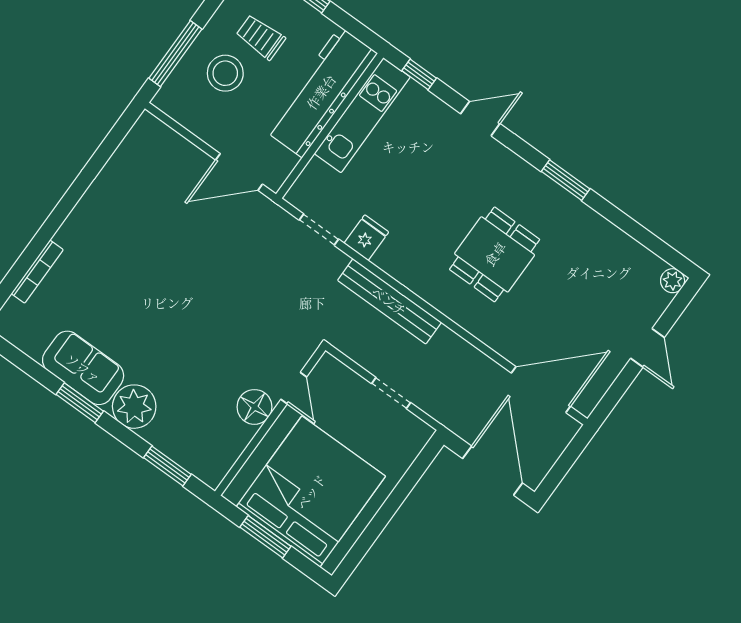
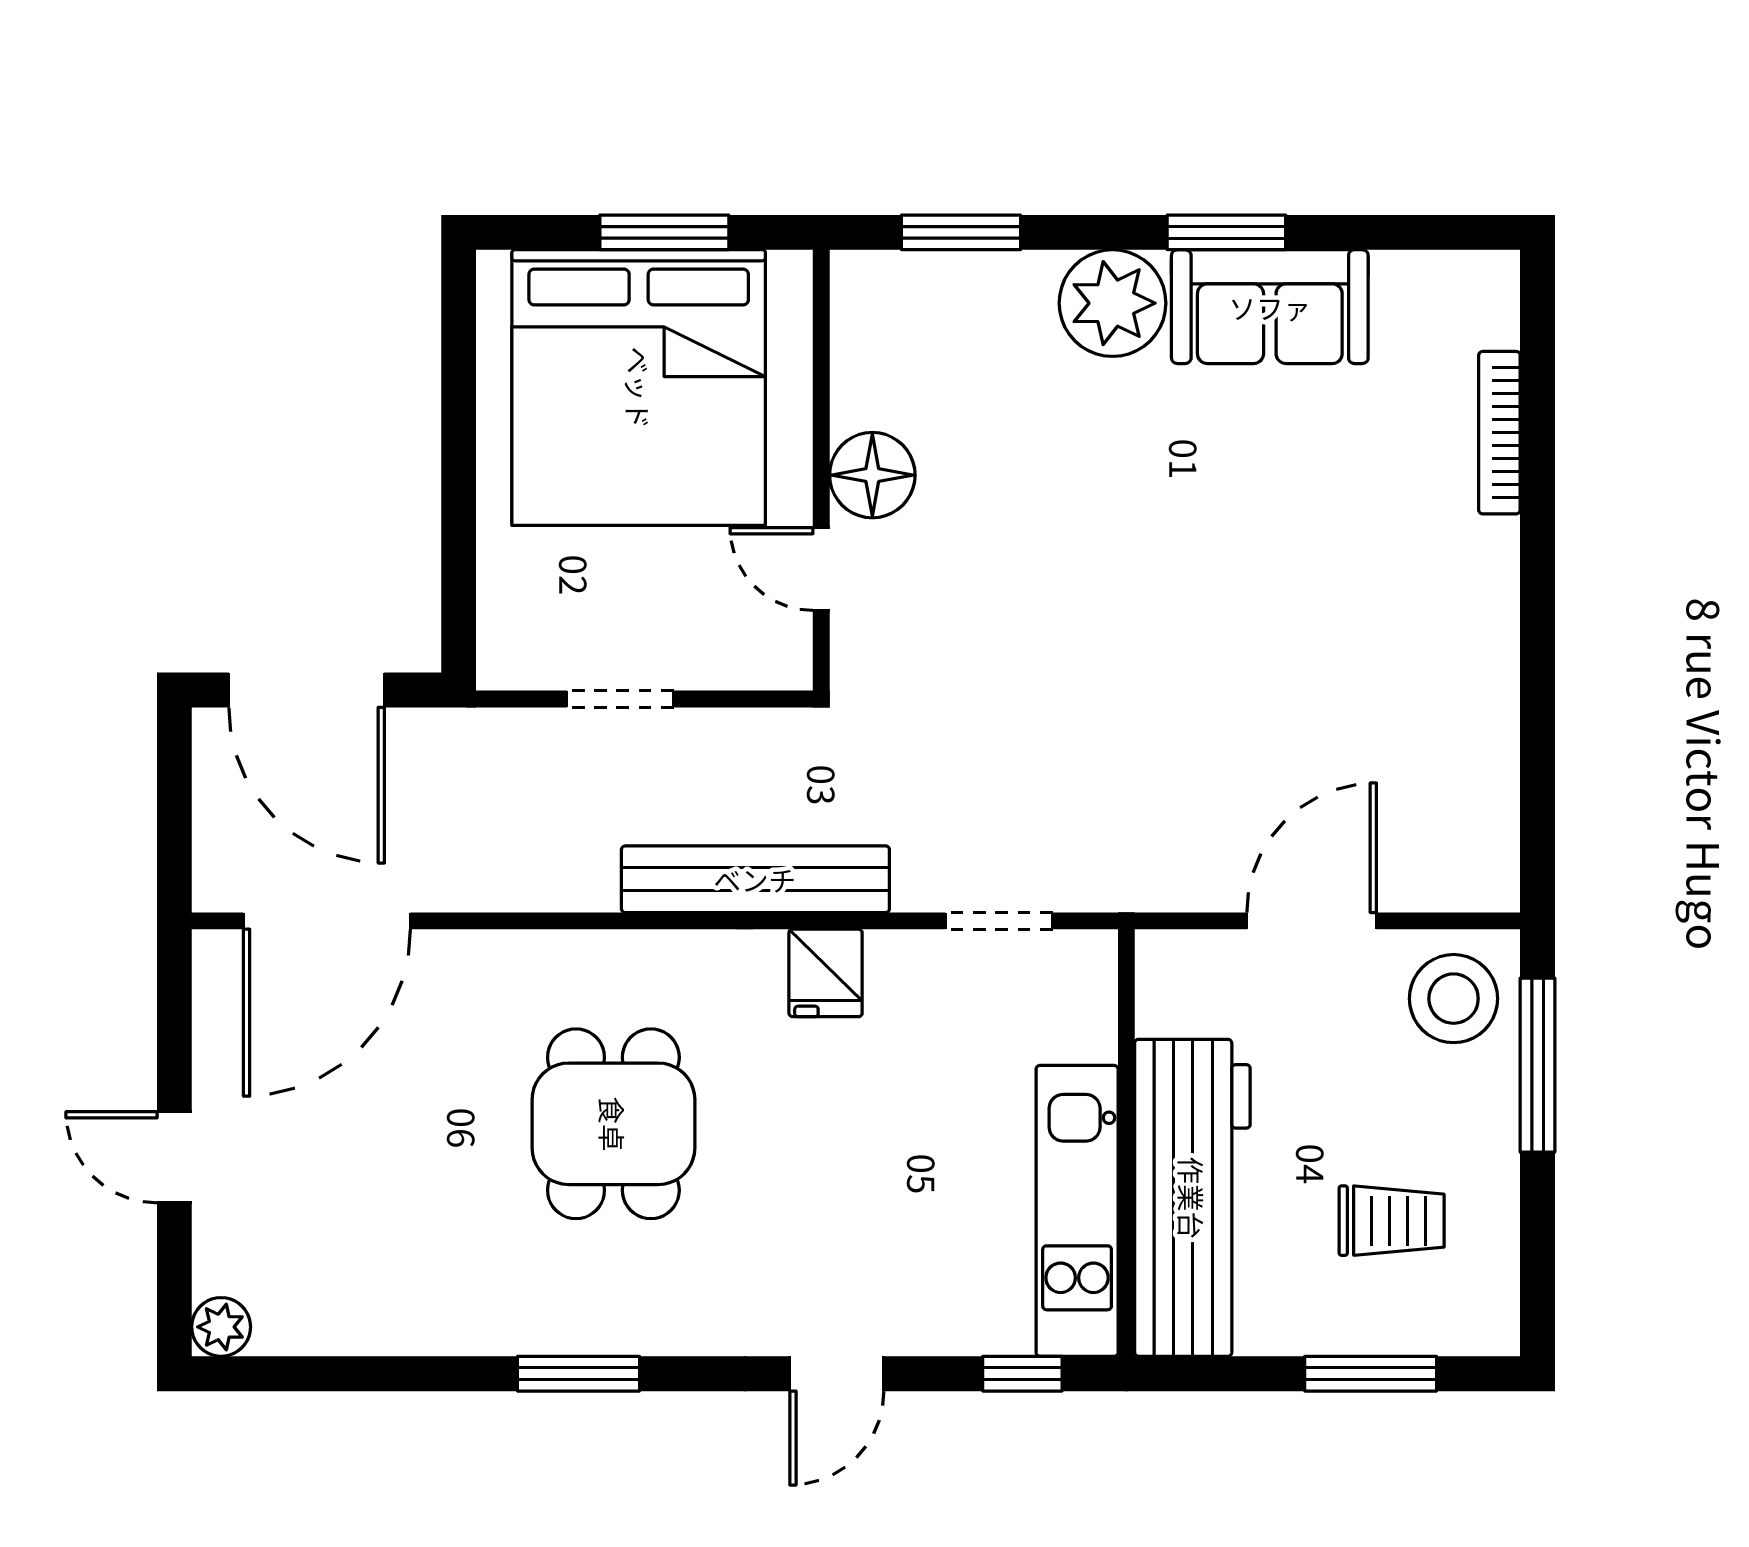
stool: (225, 73) -> (1454, 999), moved
door: (239, 172) -> (1312, 921), moved
fridge: (366, 238) -> (826, 973), moved

